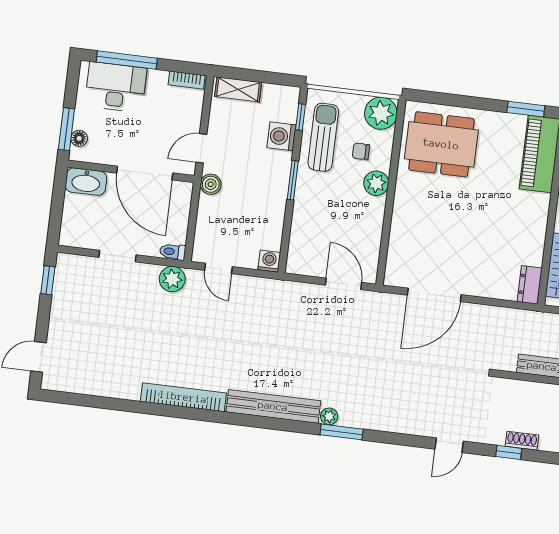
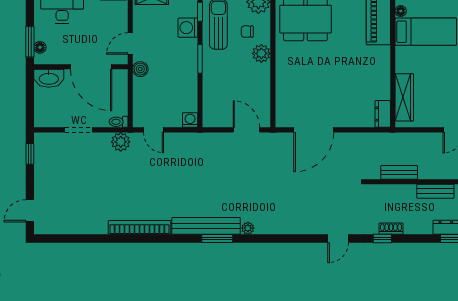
window: (342, 432) -> (217, 238), moved

